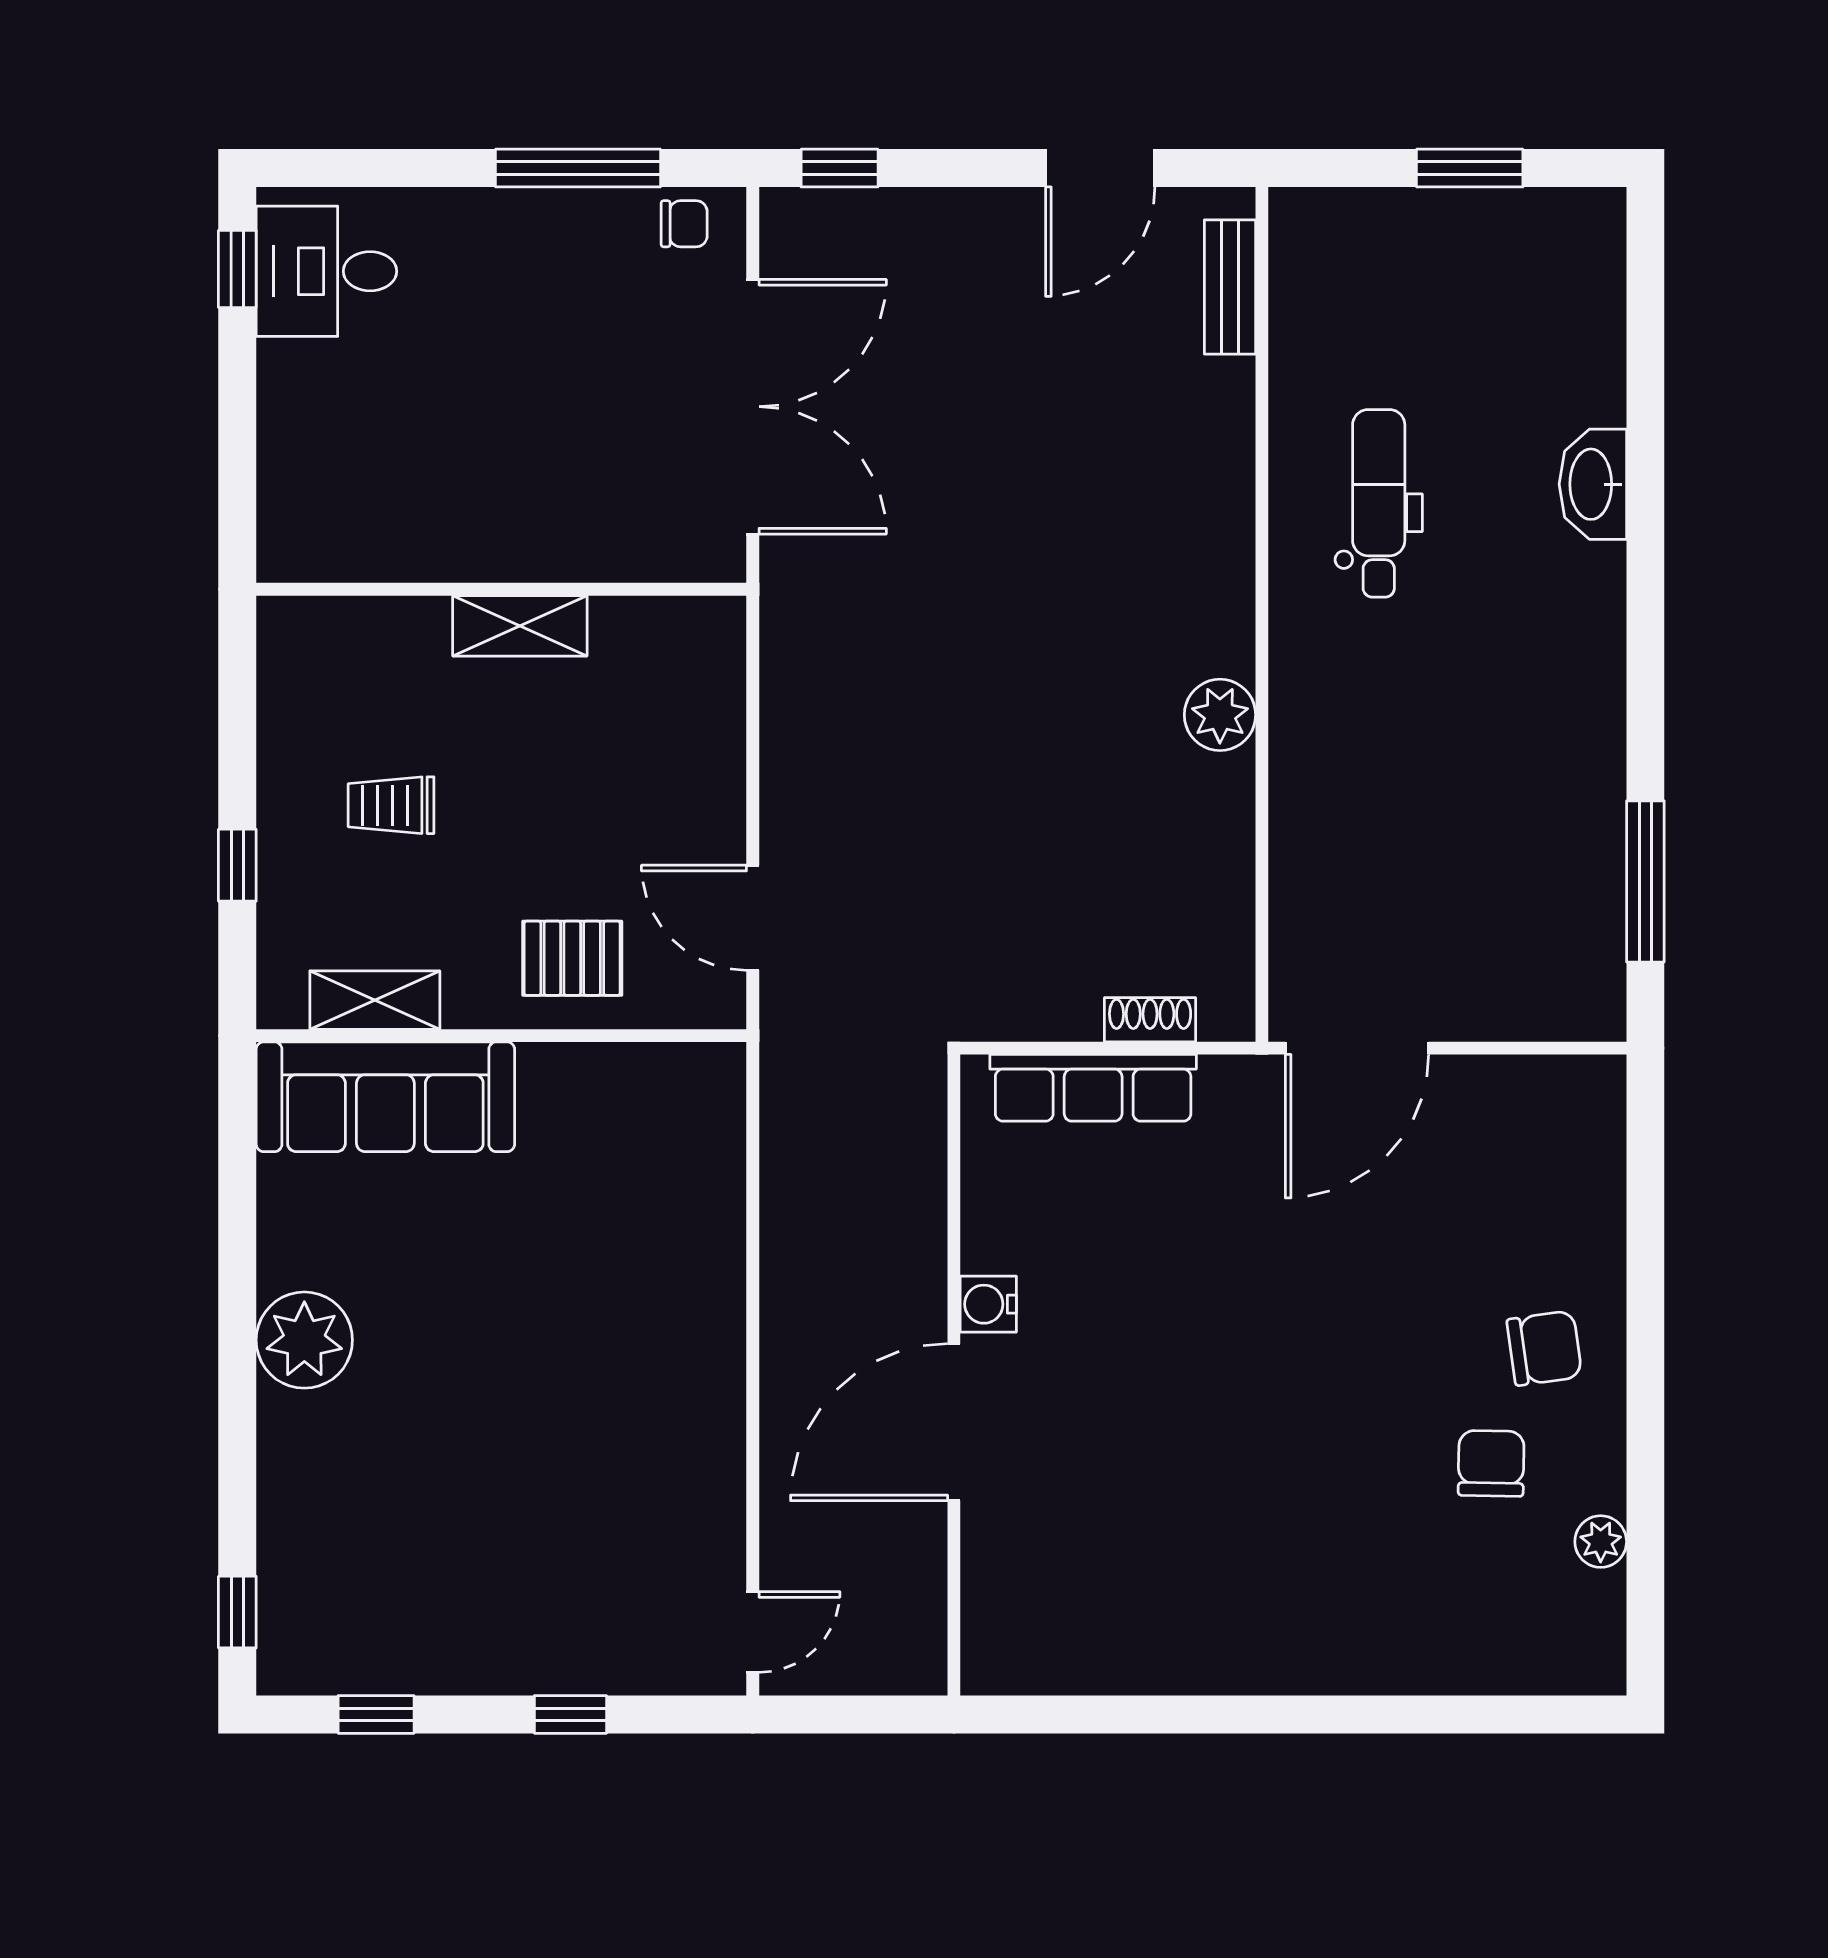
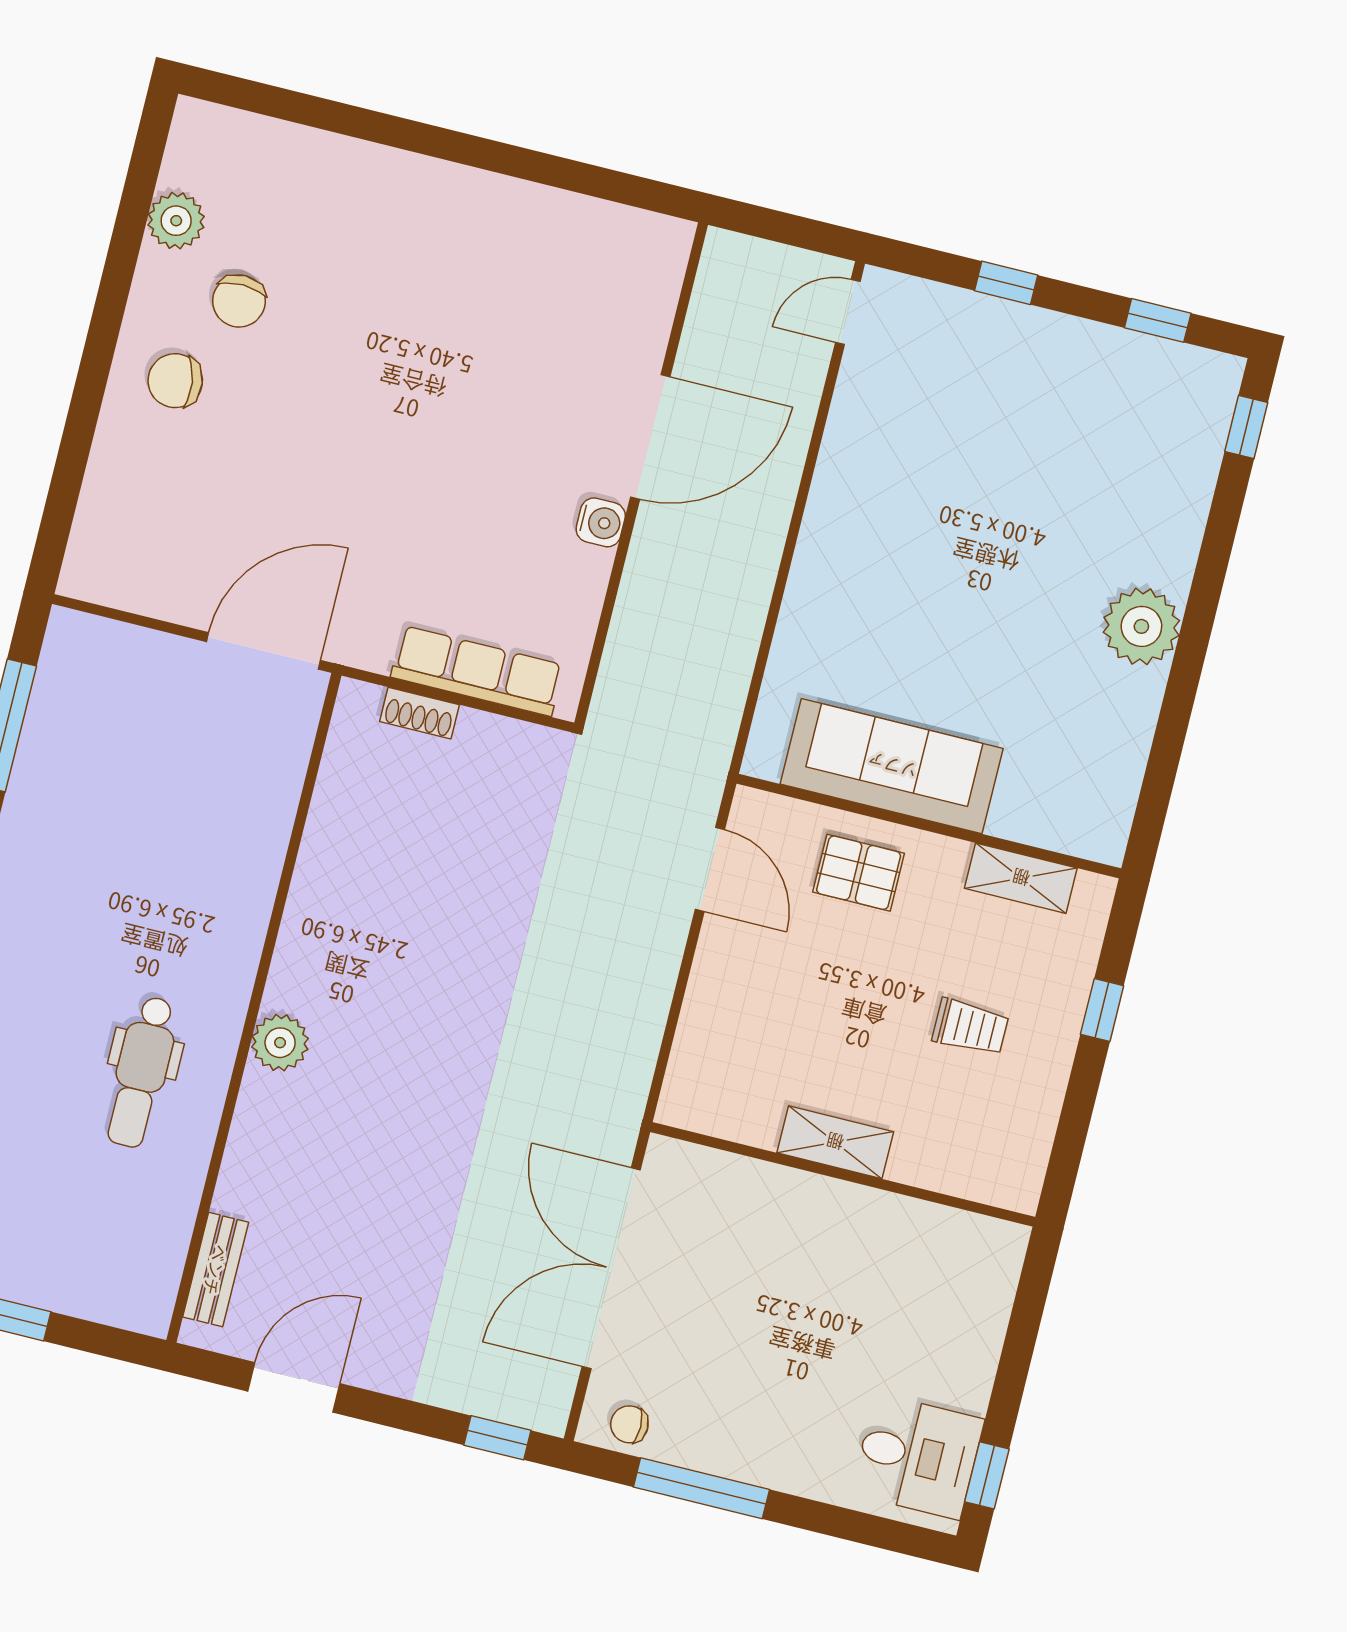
plant: (1220, 715) -> (280, 1043), moved
sofa: (385, 1097) -> (892, 766), moved
plant: (1601, 1542) -> (176, 221), width x1.38, depth x1.38

